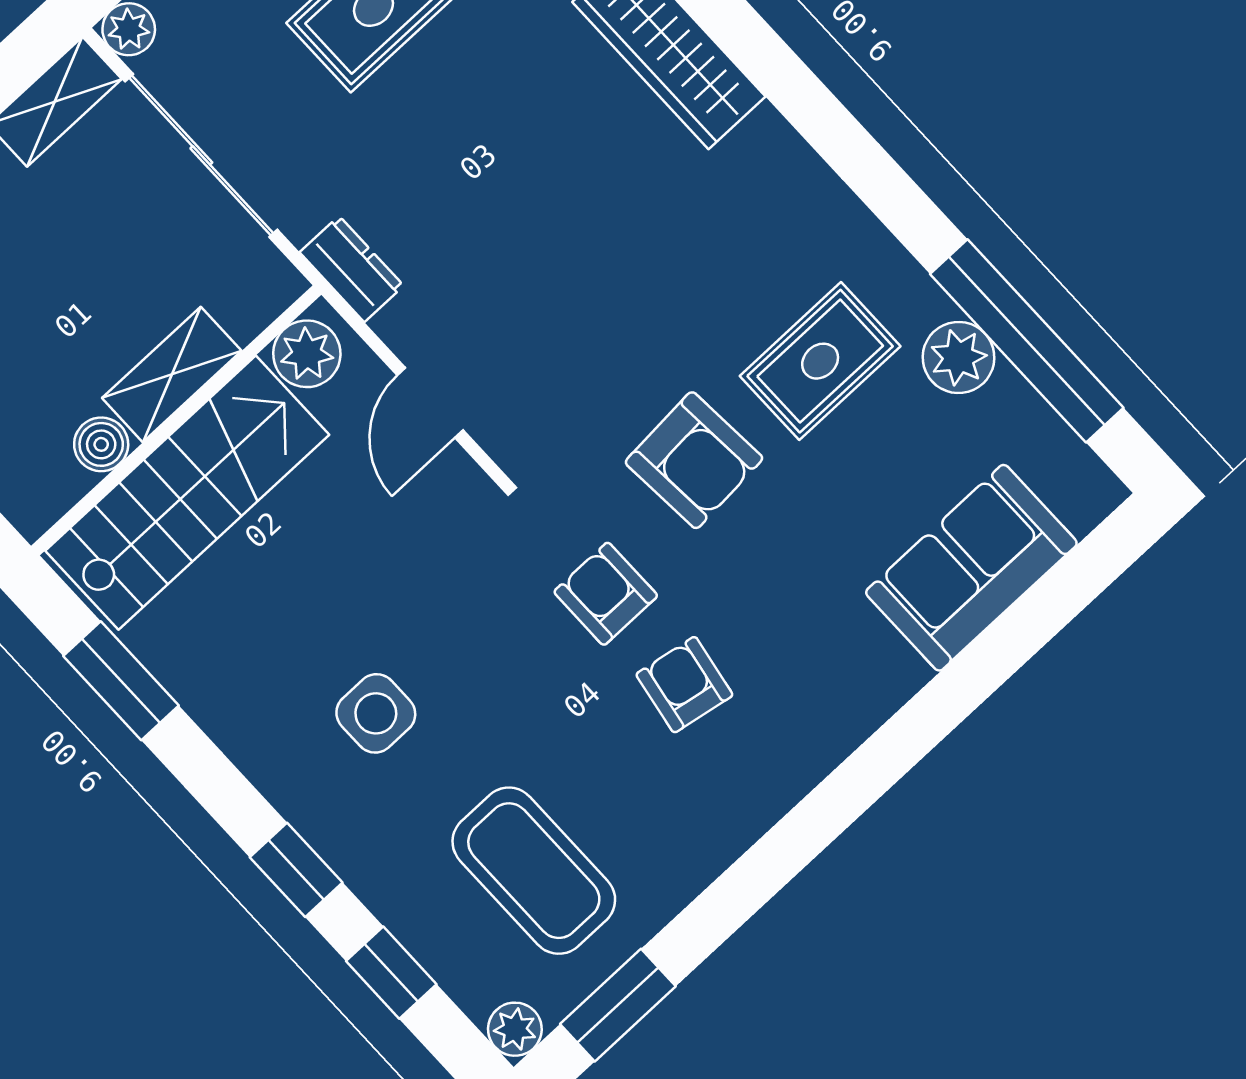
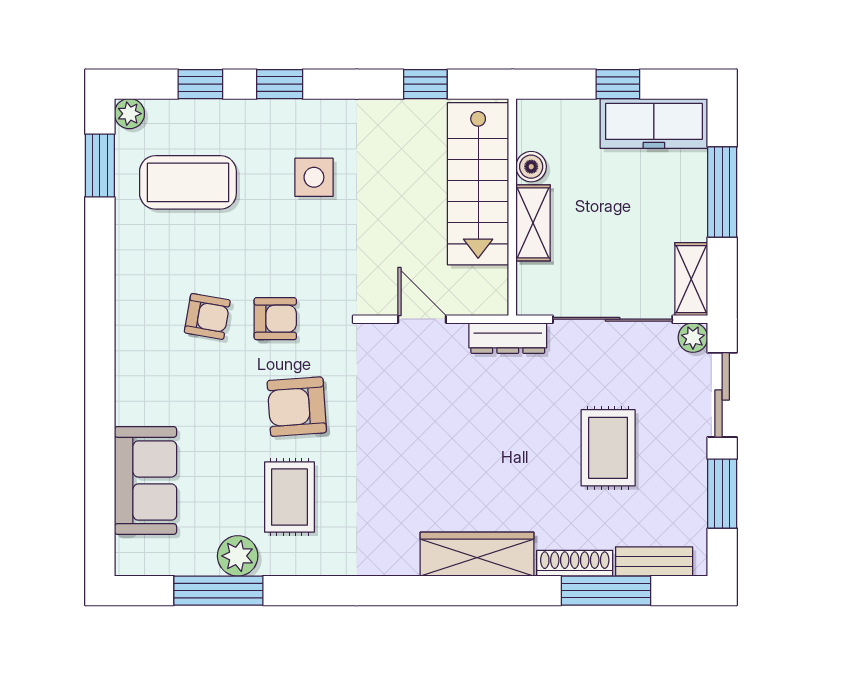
dresser: (352, 269) -> (508, 338), width x1.44
window: (1027, 341) -> (218, 591), width x0.68
plant: (307, 354) -> (490, 287), removed
window: (121, 681) -> (425, 84), width x0.67

